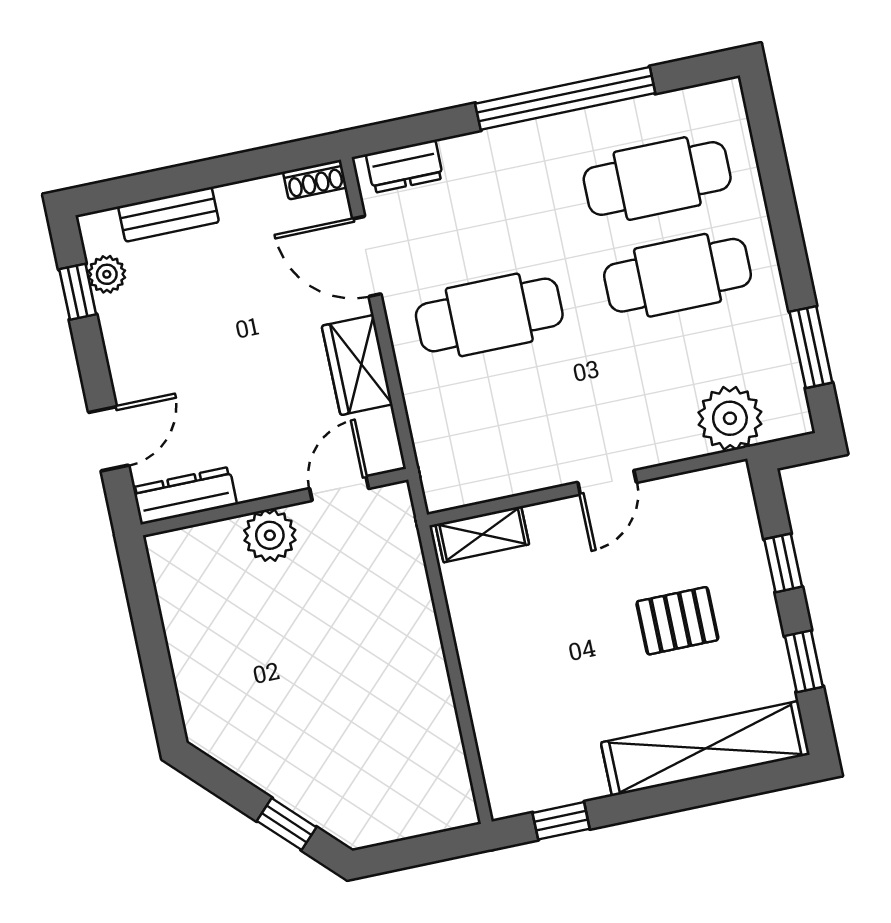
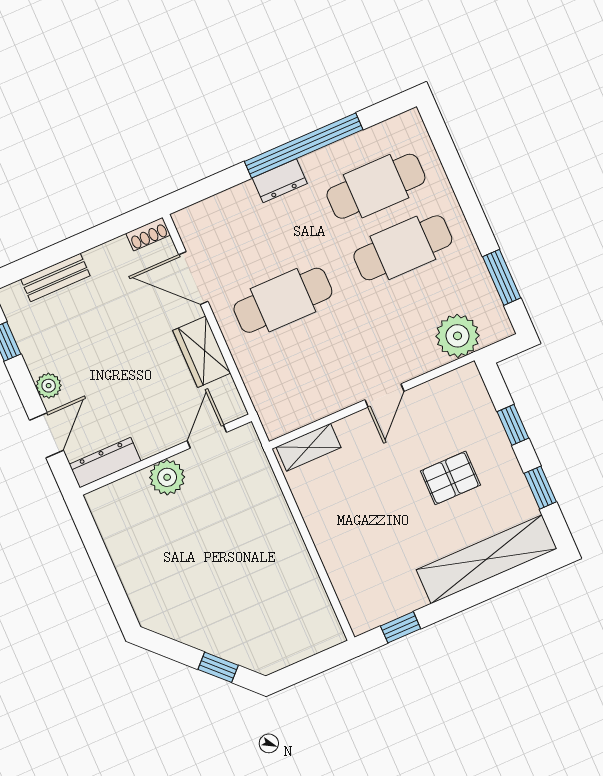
dresser: (405, 166) -> (280, 181), moved
plant: (107, 274) -> (49, 386), moved

